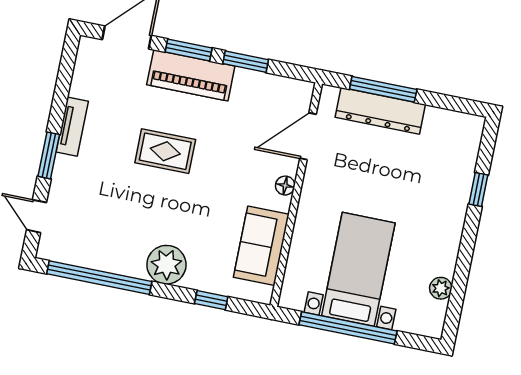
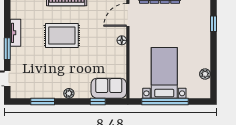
rug: (165, 151) -> (62, 35), width x1.36, depth x1.43
sofa: (261, 246) -> (109, 88), moved, turned 90
plant: (166, 265) -> (69, 93), width x0.53, depth x0.53
window: (99, 278) -> (43, 102), width x0.47

